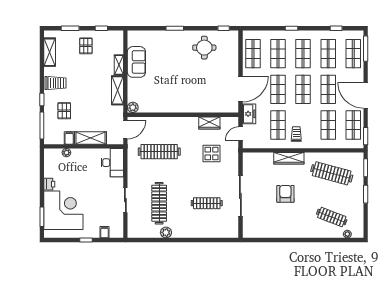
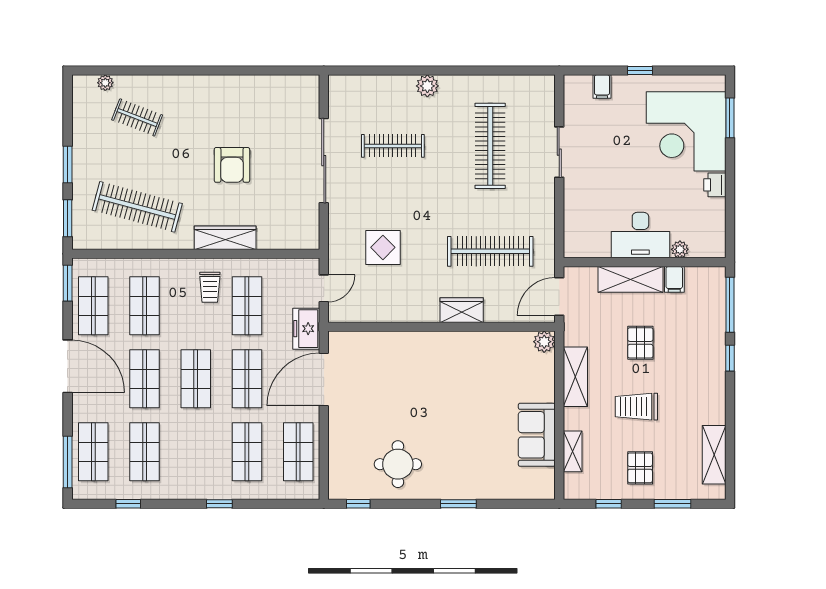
shop shelf: (303, 54) -> (196, 452), removed
shelving: (119, 65) -> (573, 451), moved
trolley: (56, 83) -> (636, 407), moved
pallet: (64, 111) -> (640, 343), moved
wardrobe: (209, 123) -> (462, 310), moved
desk: (112, 163) -> (640, 235), moved, turned -90
clothes rail: (332, 217) -> (137, 117), width x0.73
plant: (166, 232) -> (427, 86), moved

